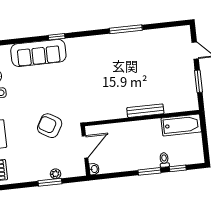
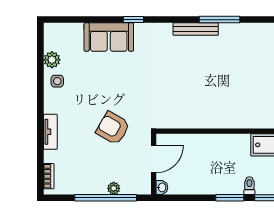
sofa: (38, 53) -> (109, 37), width x0.73
bench: (145, 111) -> (196, 29), moved
window: (50, 182) -> (106, 198), width x2.11

